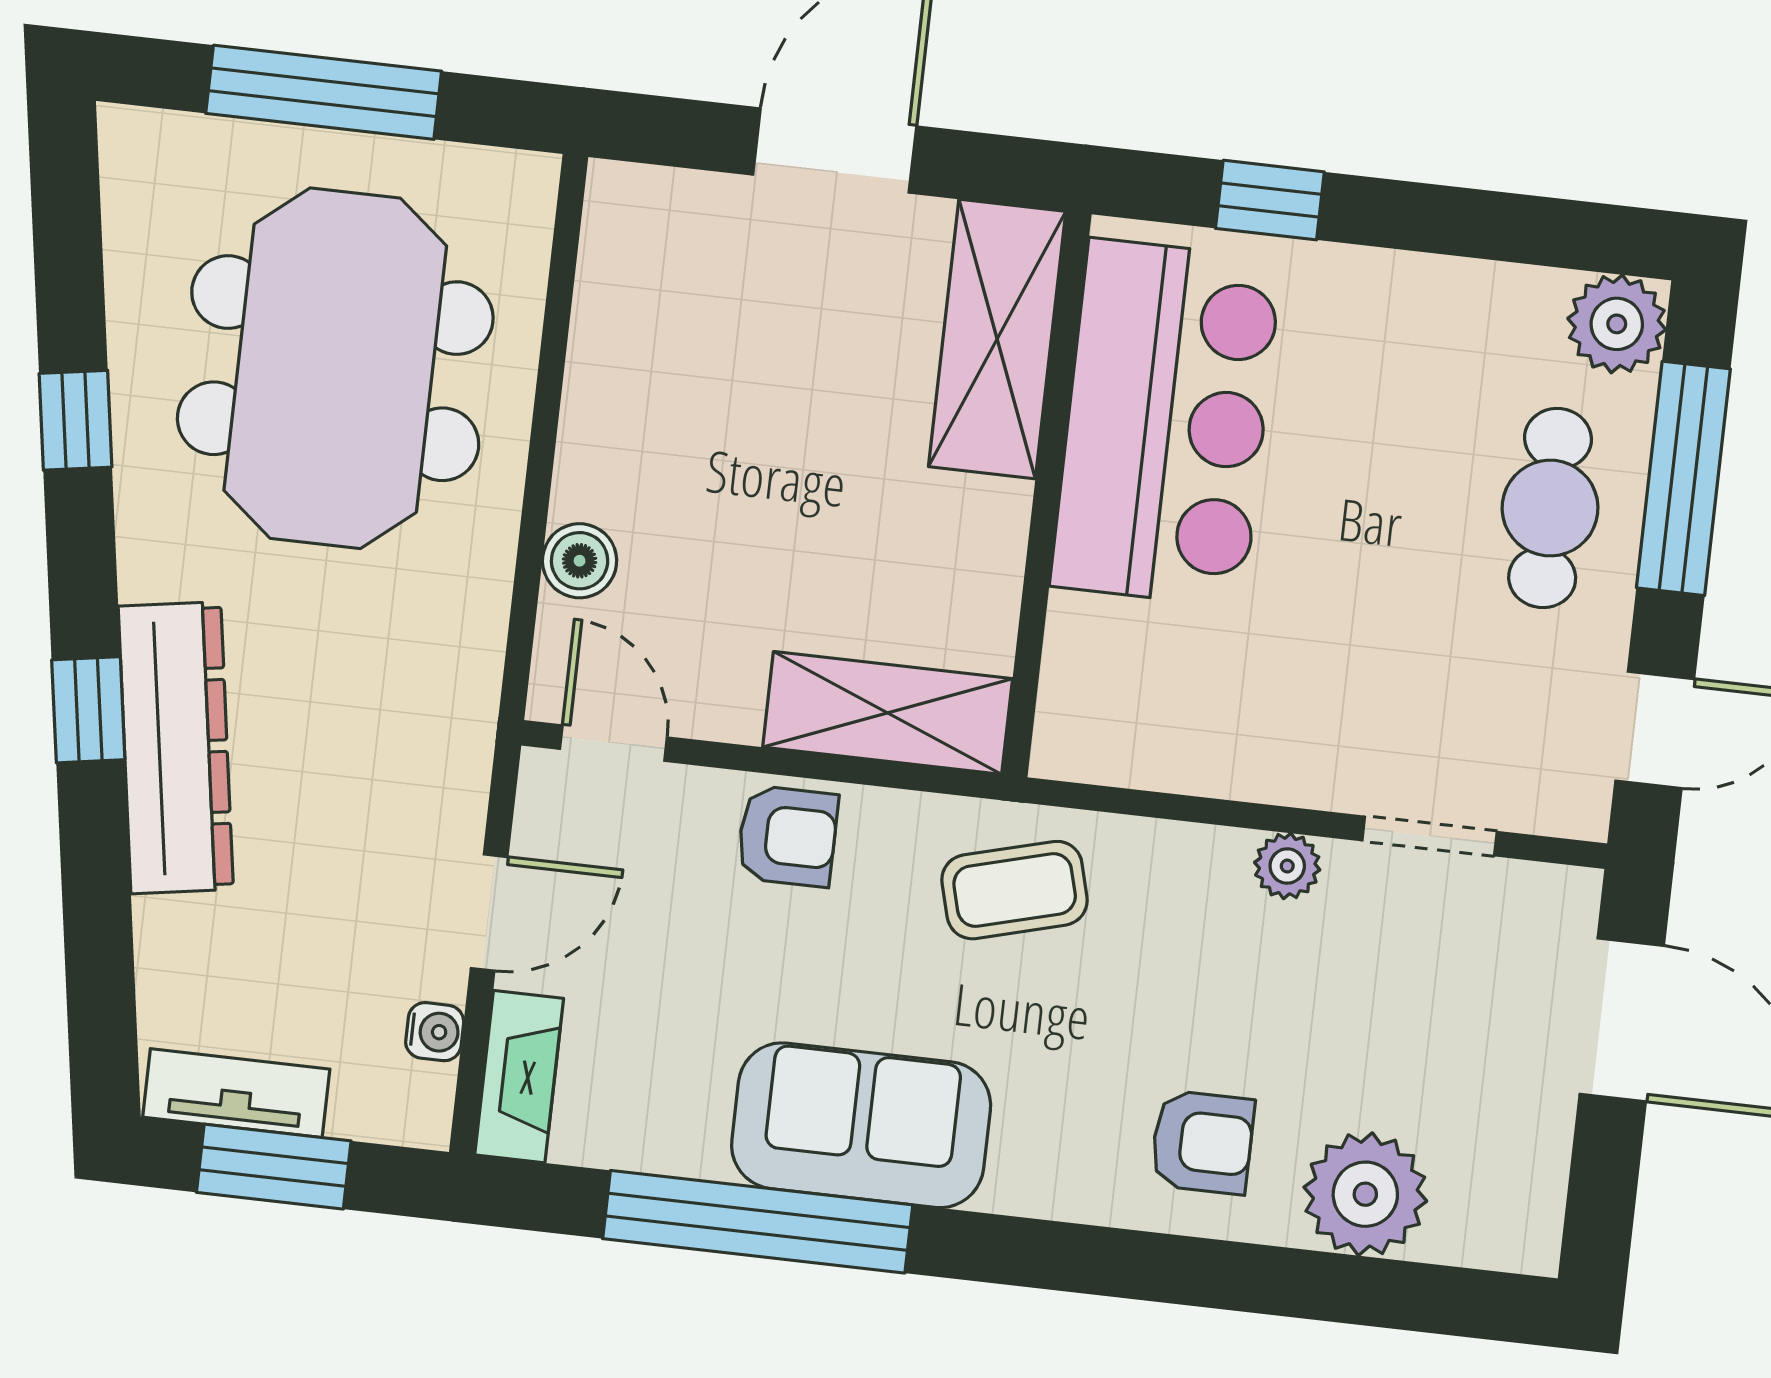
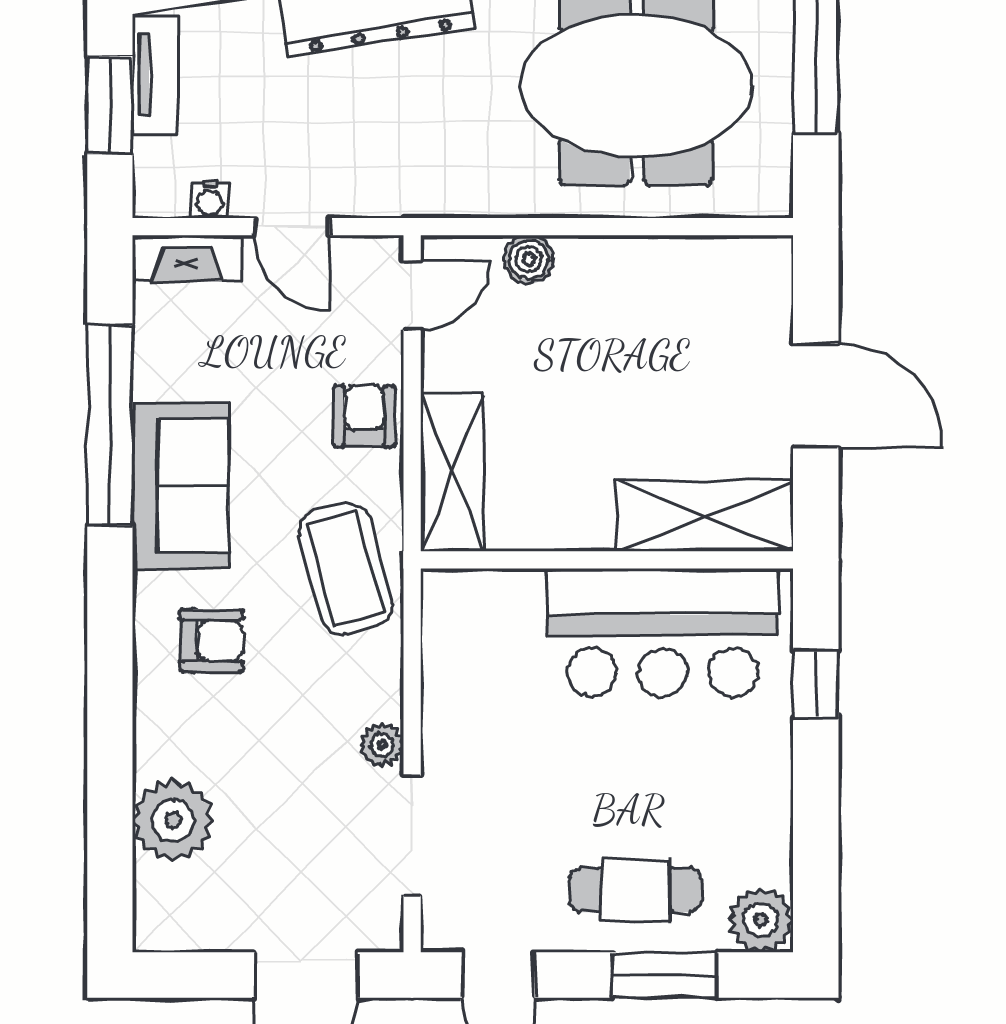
window: (1683, 478) -> (665, 975), width x0.69
armchair: (787, 836) -> (364, 416), turned 180
doorway: (1430, 836) -> (412, 836), width x1.38
coffee table: (1015, 890) -> (346, 568), width x1.36, depth x1.30
armchair: (1202, 1142) -> (211, 641), moved, turned -90

